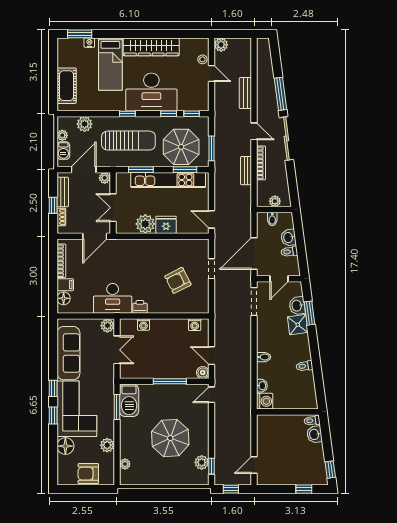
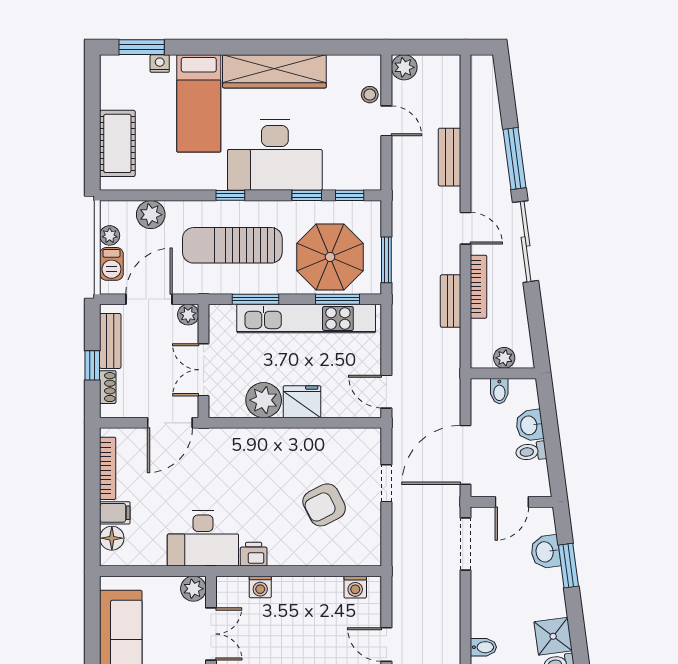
sun lounger: (128, 141) -> (232, 245), turned 180
shower: (298, 325) -> (553, 636), moved

